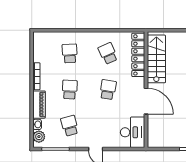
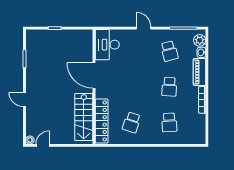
school desk: (108, 53) -> (132, 122), turned 42
school desk: (108, 90) -> (132, 87), removed

